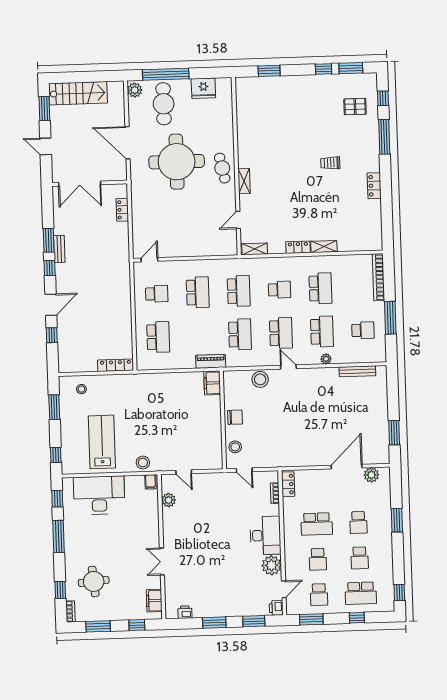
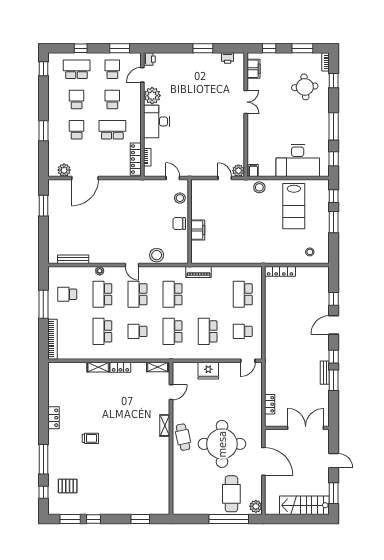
fridge: (203, 88) -> (208, 371), moved, turned 180
filing cabinet: (212, 383) -> (198, 230), moved
window: (54, 407) -> (334, 222), moved
locker: (288, 484) -> (136, 159), width x1.53
plant: (169, 500) -> (238, 171), moved
window: (254, 621) -> (169, 48), removed

